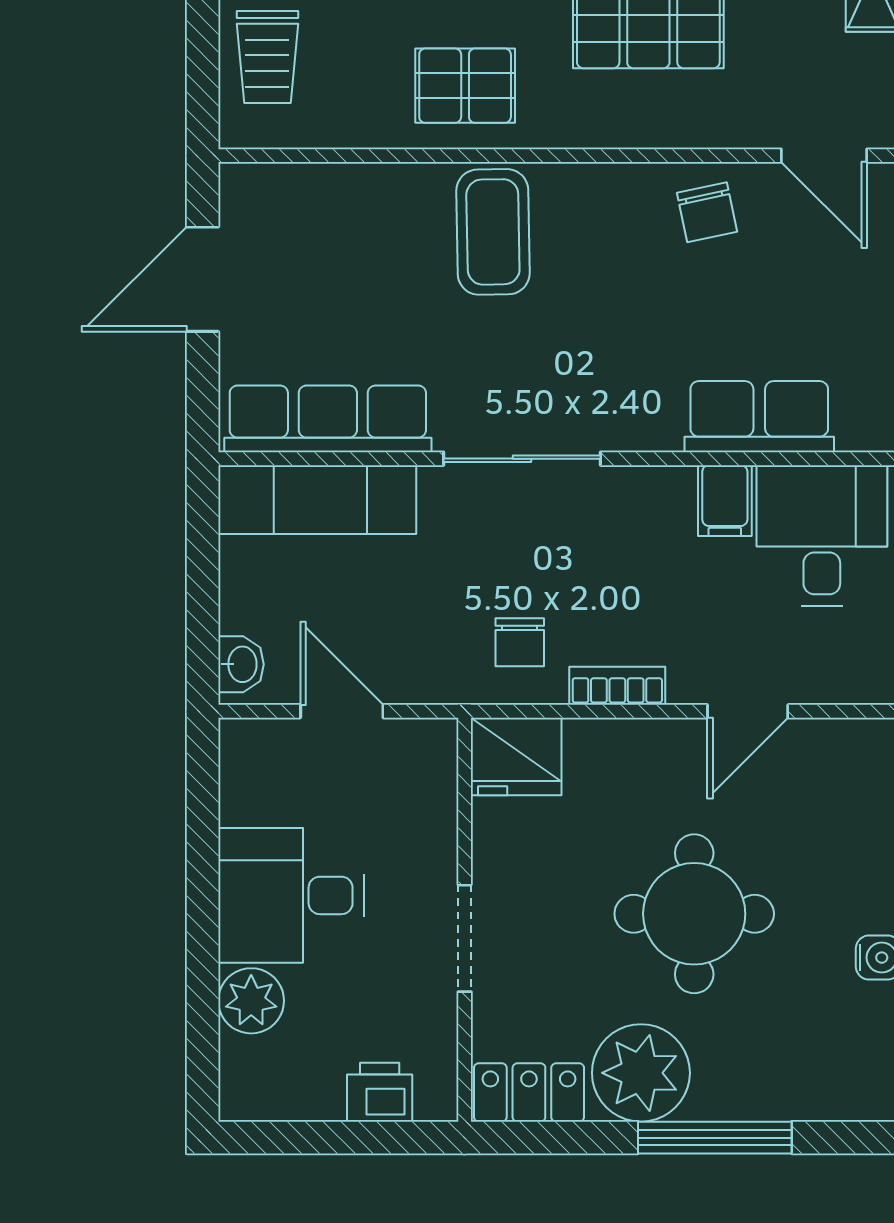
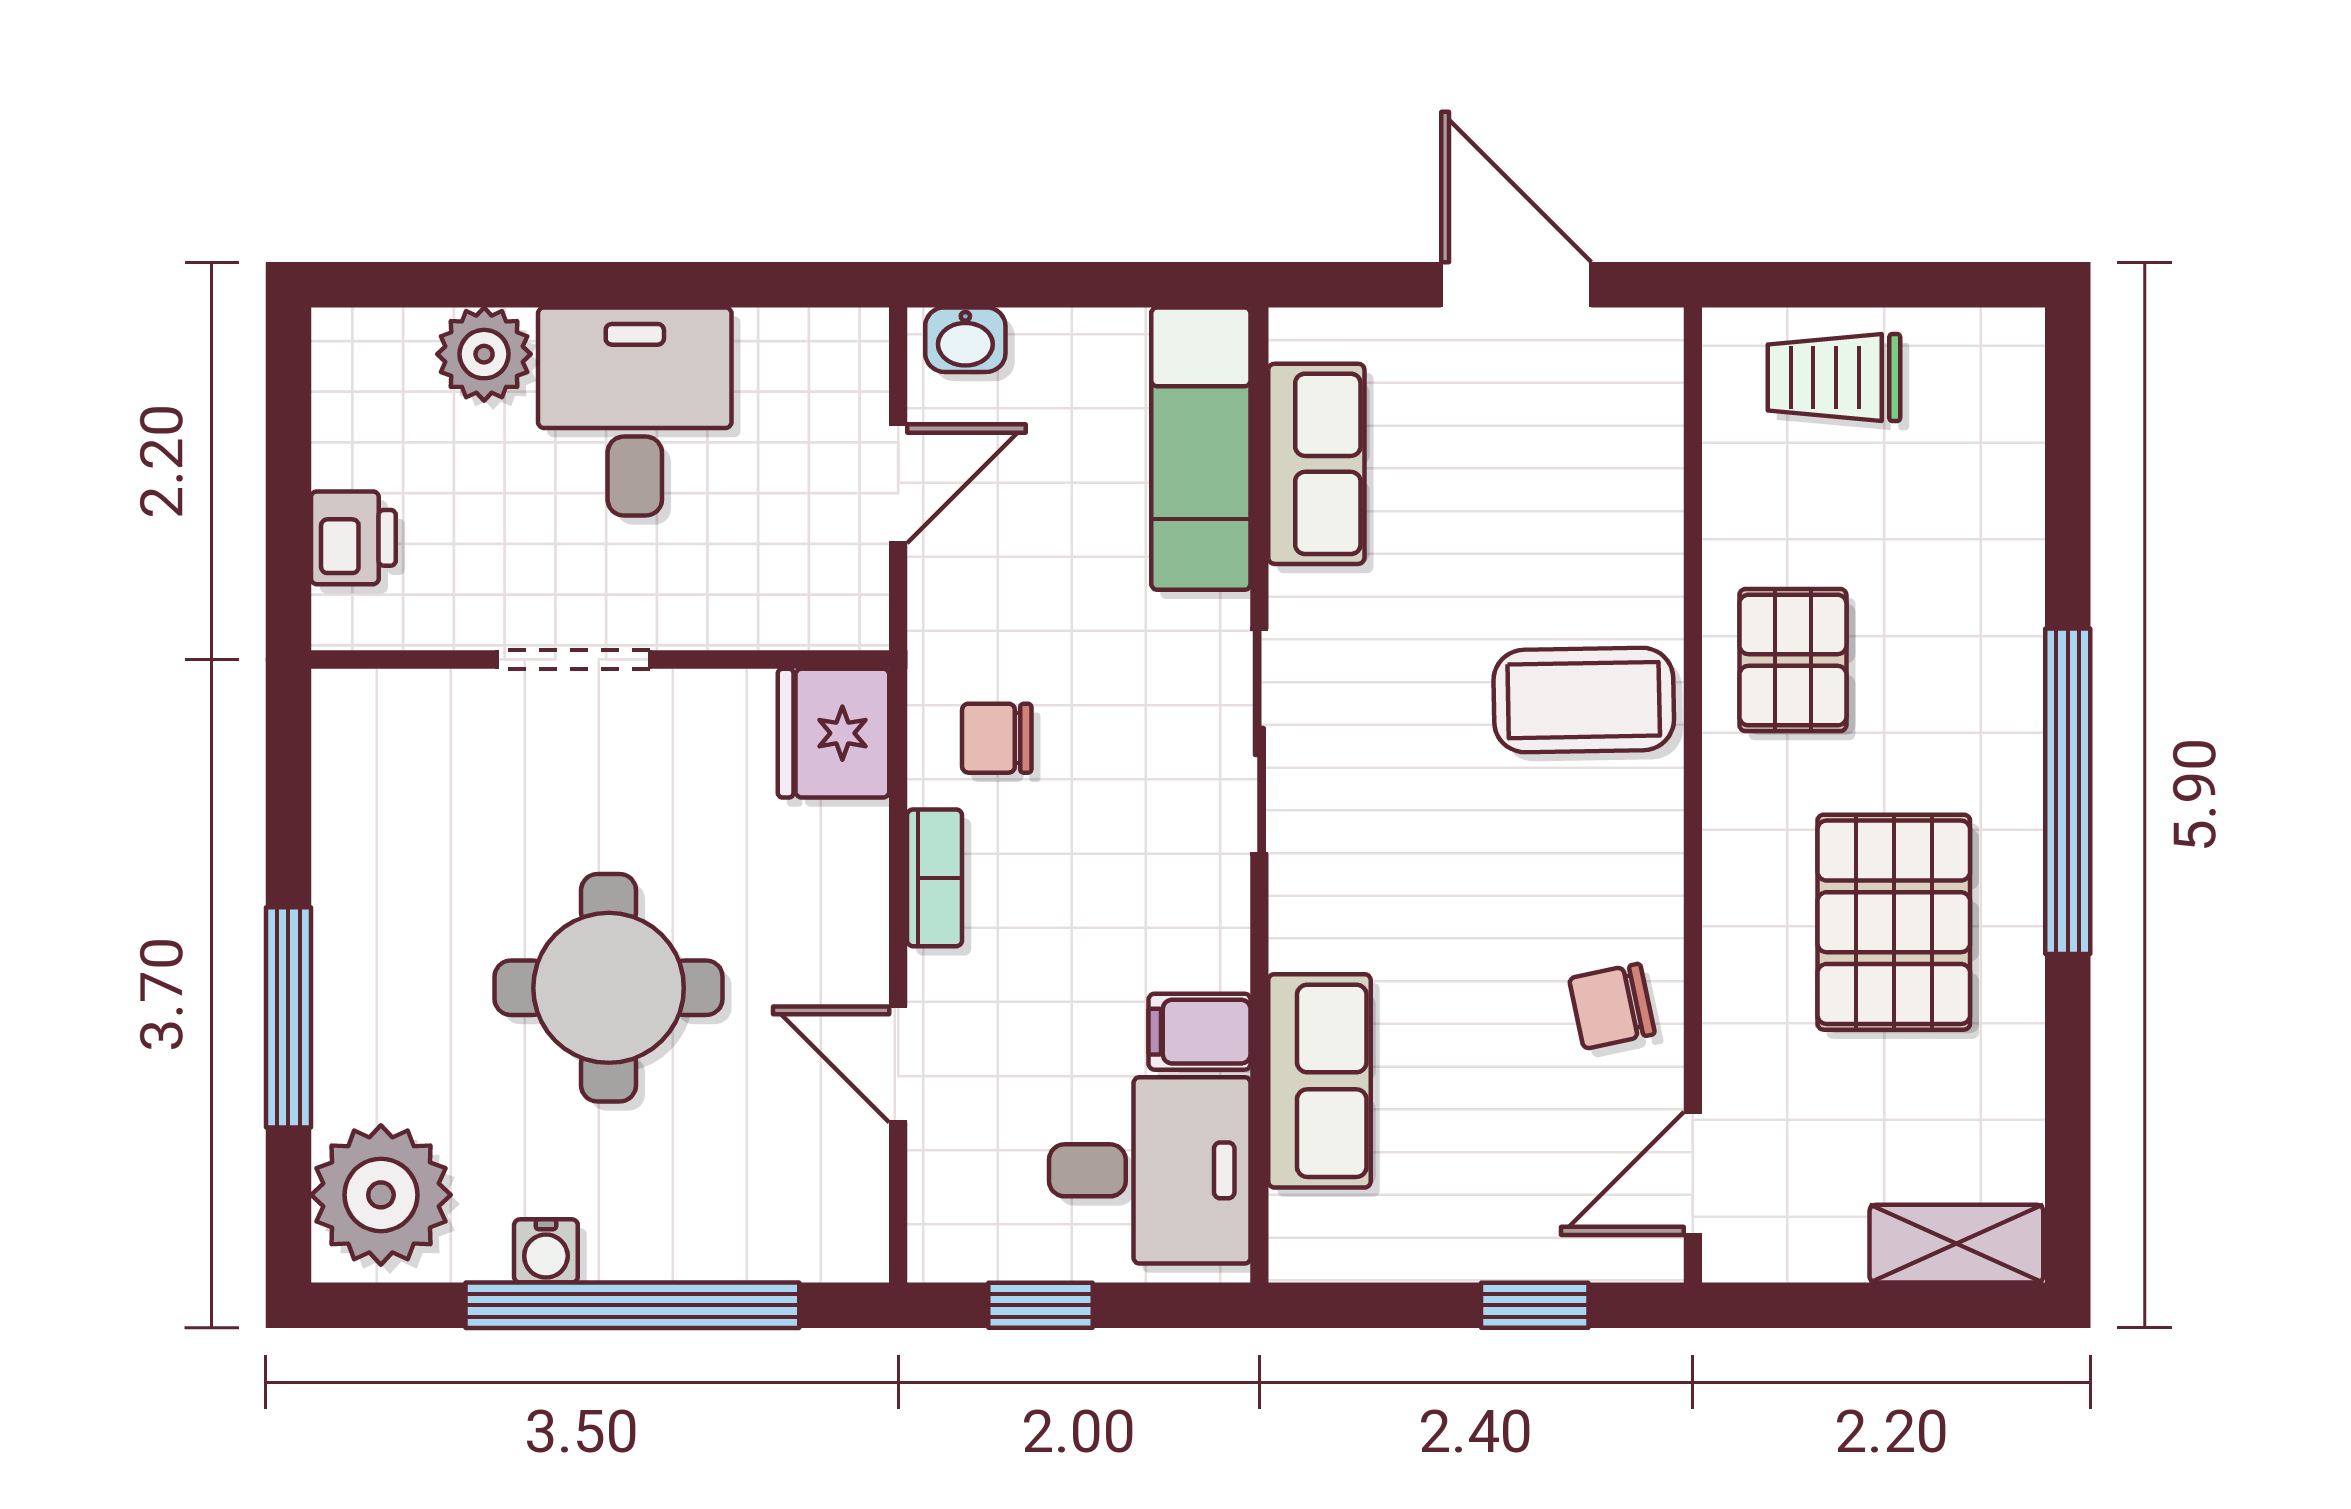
row of seats: (328, 419) -> (1316, 464), width x0.68
plant: (641, 1073) -> (381, 1195), moved
locker: (529, 1092) -> (353, 752), removed

